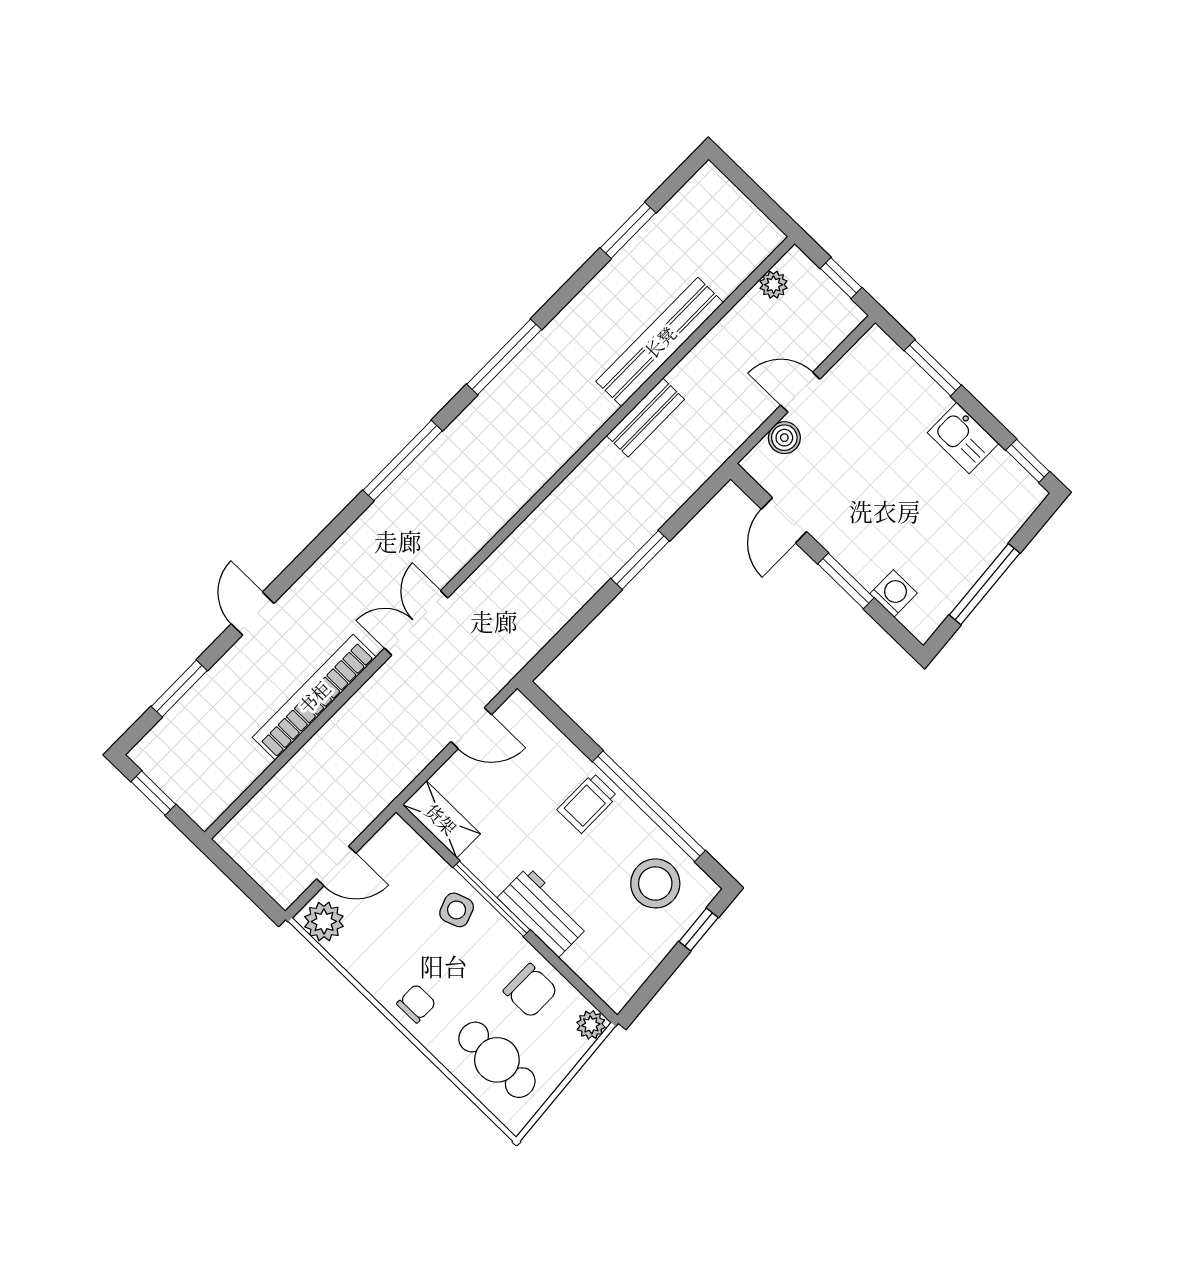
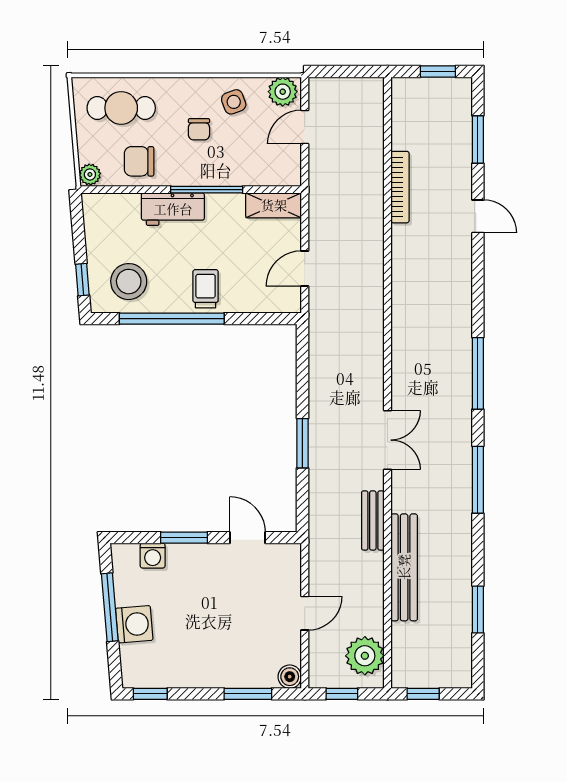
window: (762, 201) -> (423, 694), added
plant: (774, 285) -> (365, 656), width x1.87, depth x1.87
boiler: (784, 438) -> (290, 677), moved
kitchen sink: (963, 438) -> (196, 673), removed
washing machine: (977, 544) -> (134, 624), added
double door: (416, 623) -> (387, 440), moved
bookcase: (314, 697) -> (400, 187), width x0.68, depth x0.76
side table: (457, 910) -> (234, 102), moved
chair: (416, 1004) -> (199, 129), moved

